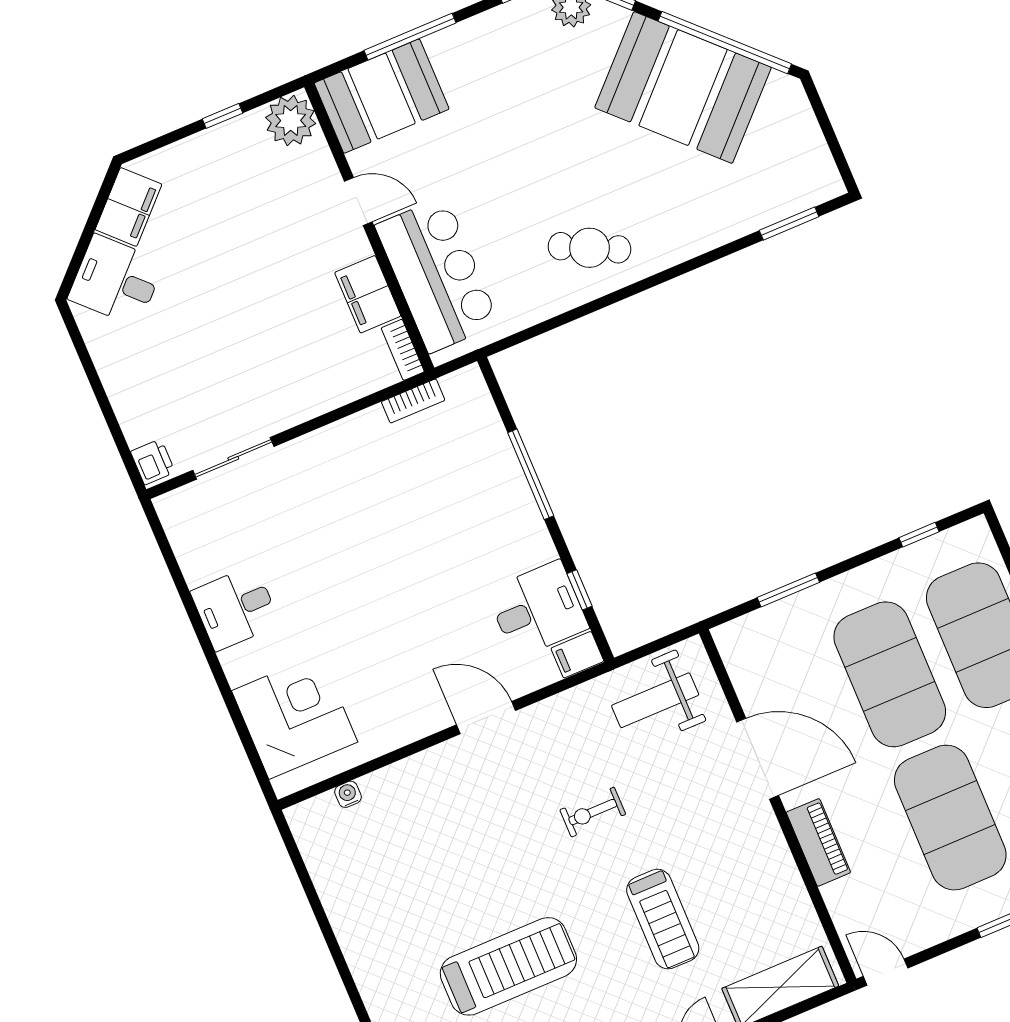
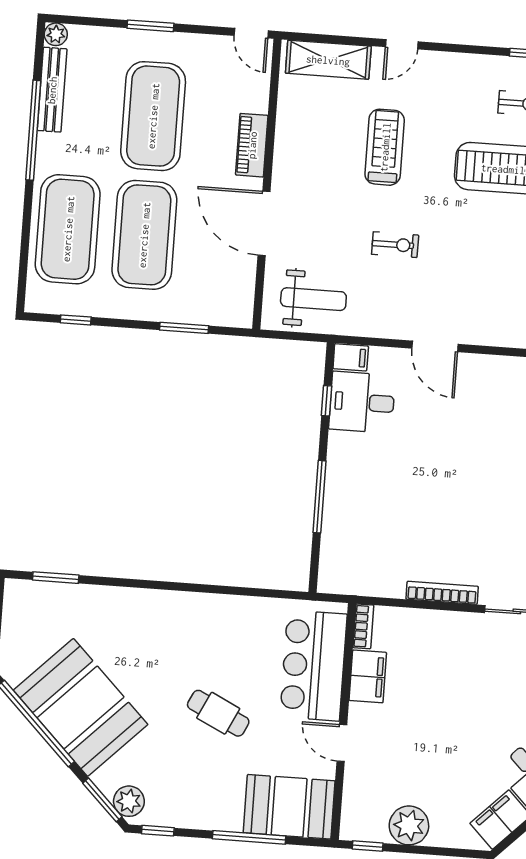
window: (222, 116) -> (368, 846), moved
plant: (291, 121) -> (409, 825), moved
cafe table: (589, 248) -> (218, 713), moved
bookcase: (413, 401) -> (442, 593), moved, width x1.56

